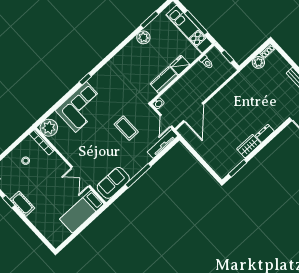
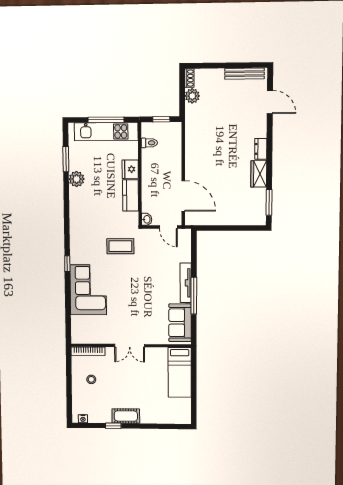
plant: (49, 128) -> (81, 334), removed
coffee table: (126, 128) -> (120, 246), moved
tv unit: (162, 144) -> (186, 283), moved
double door: (81, 177) -> (130, 346), moved

